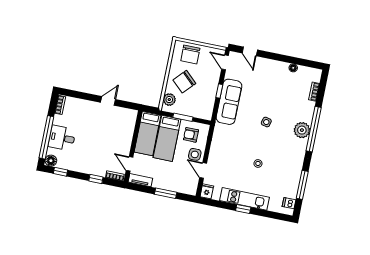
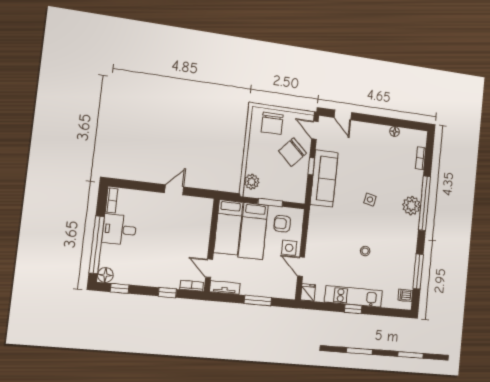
chair: (184, 82) -> (293, 152), moved
desk: (62, 138) -> (119, 230), moved

